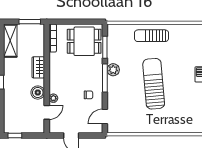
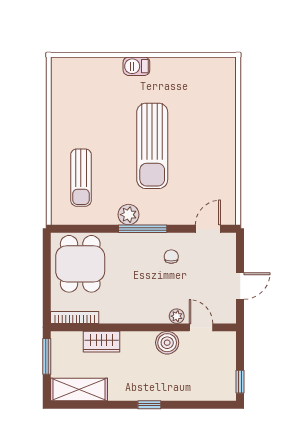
sun lounger: (151, 36) -> (81, 178), moved
window: (105, 47) -> (90, 229), removed
wardrobe: (38, 67) -> (102, 342), moved
sun lounger: (154, 84) -> (152, 146), turned -85
door: (105, 117) -> (208, 229), swing flipped

